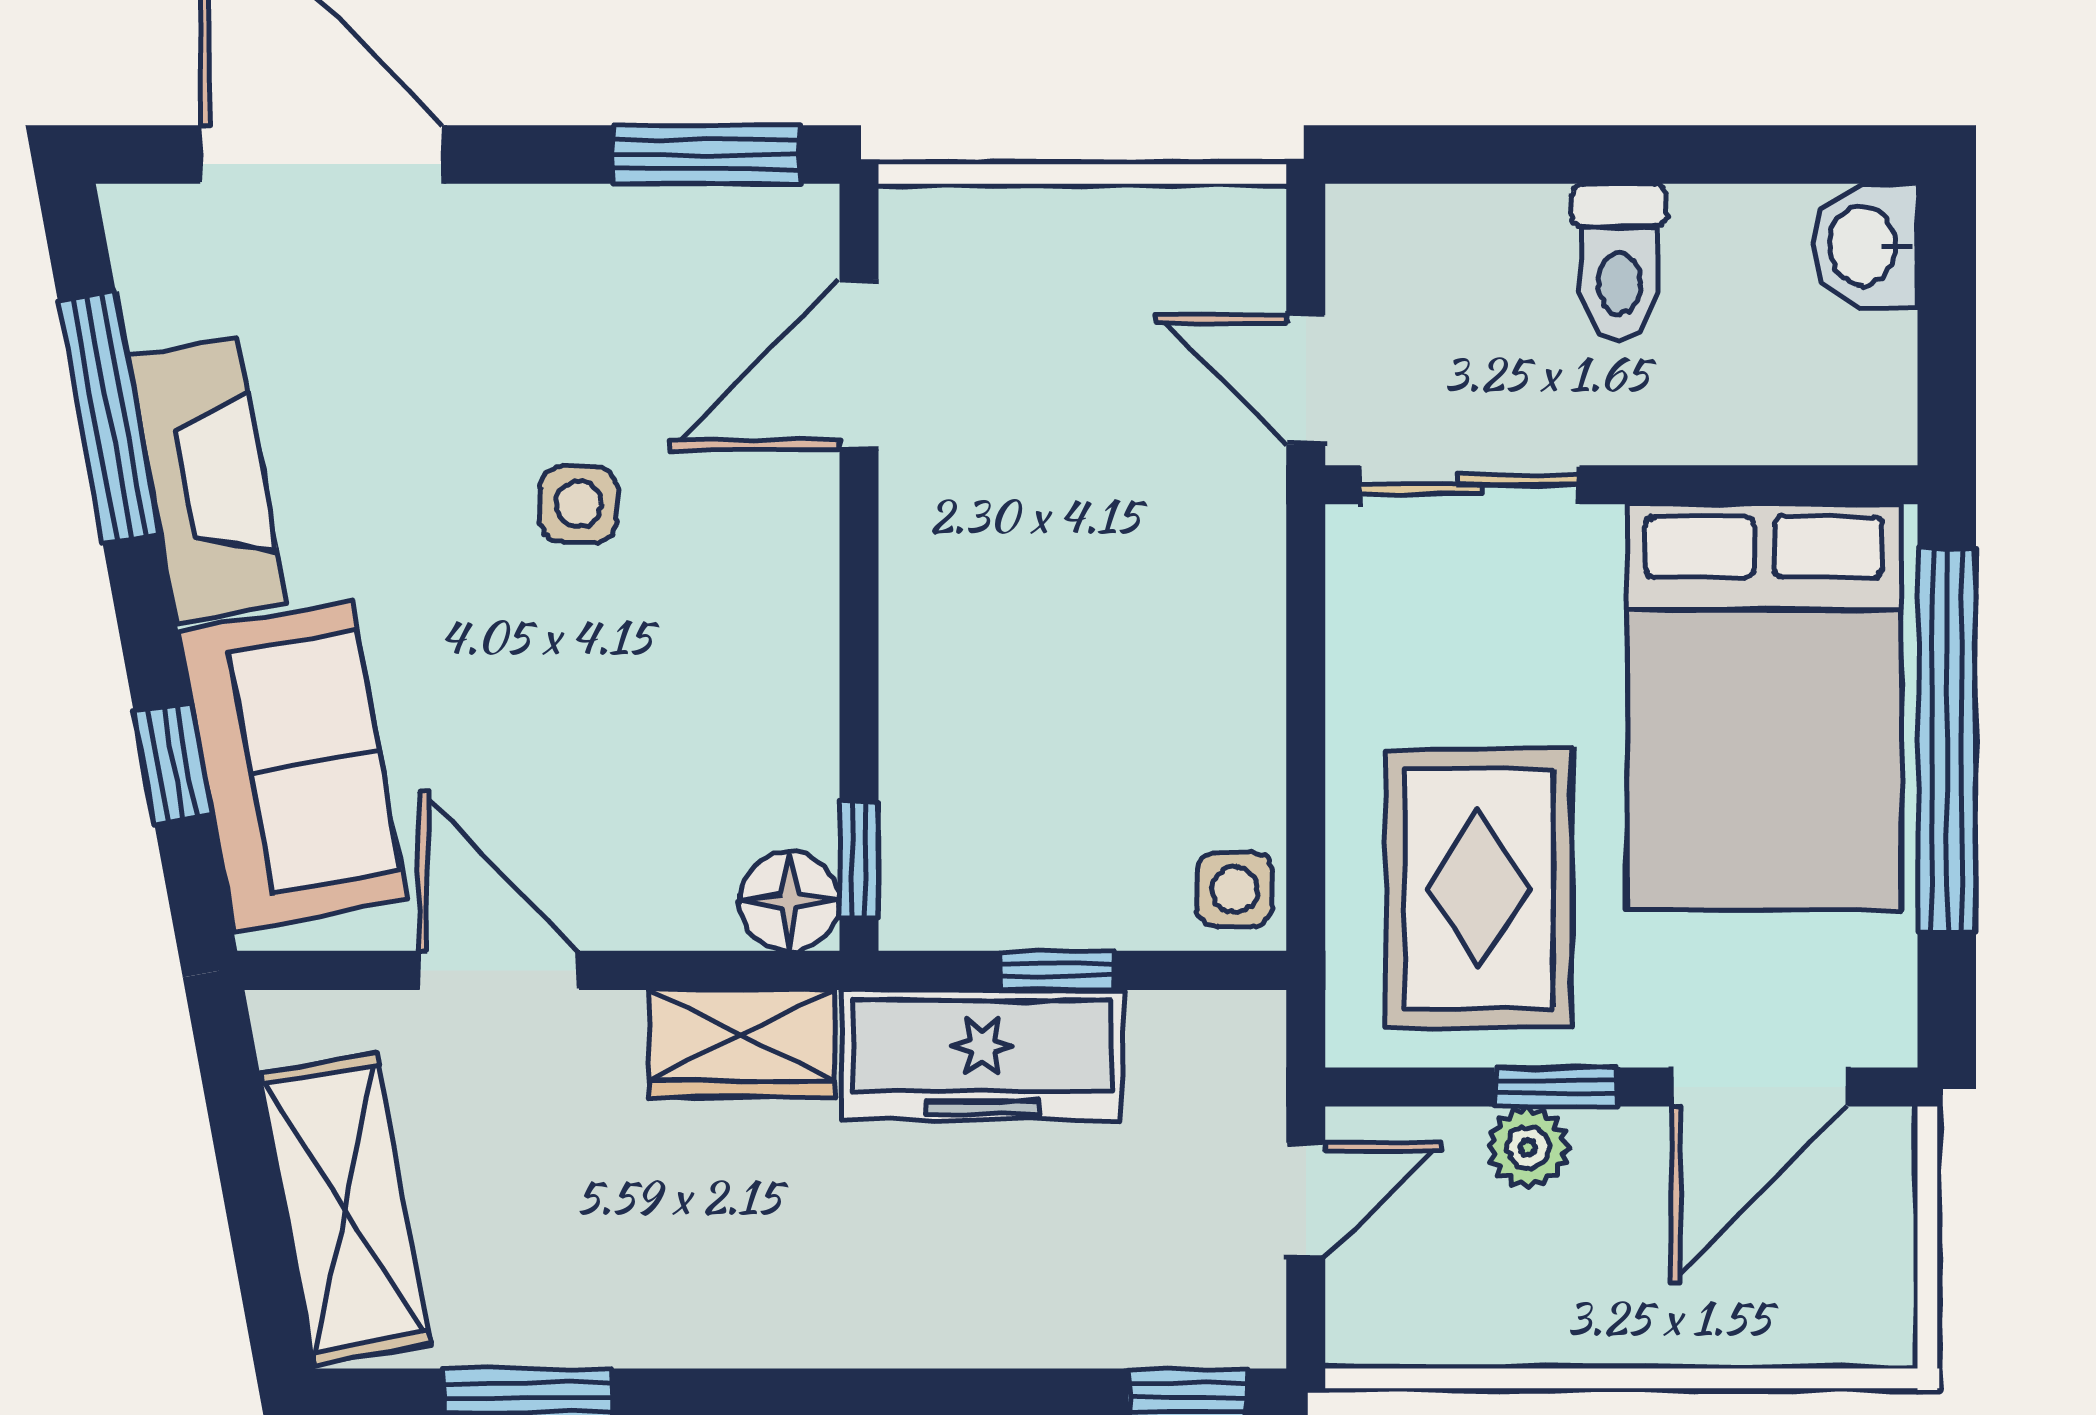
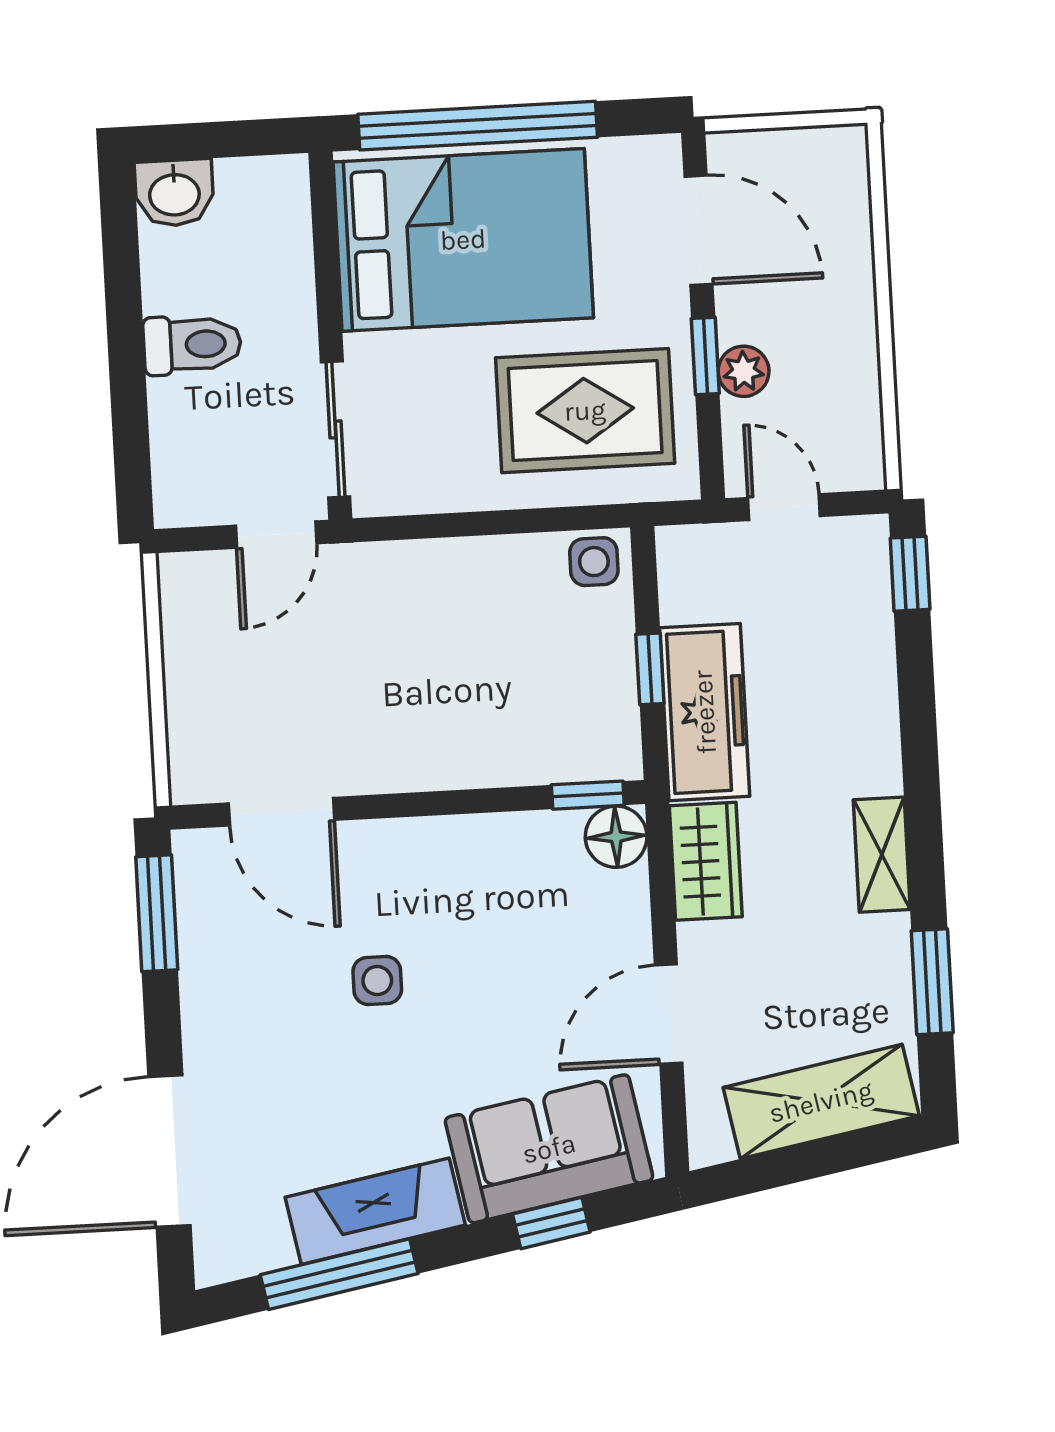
shelving: (737, 1328) -> (882, 855), added

